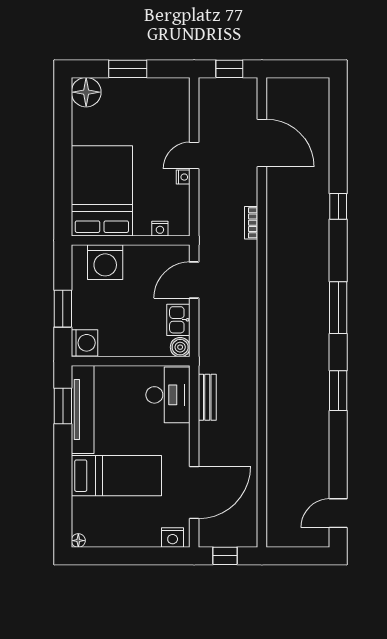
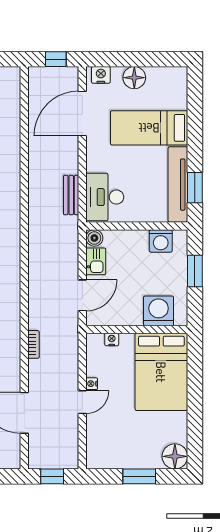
washing machine: (85, 343) -> (161, 241), moved, turned -90
floor lamp: (78, 541) -> (134, 78), moved, width x1.89, depth x1.89

